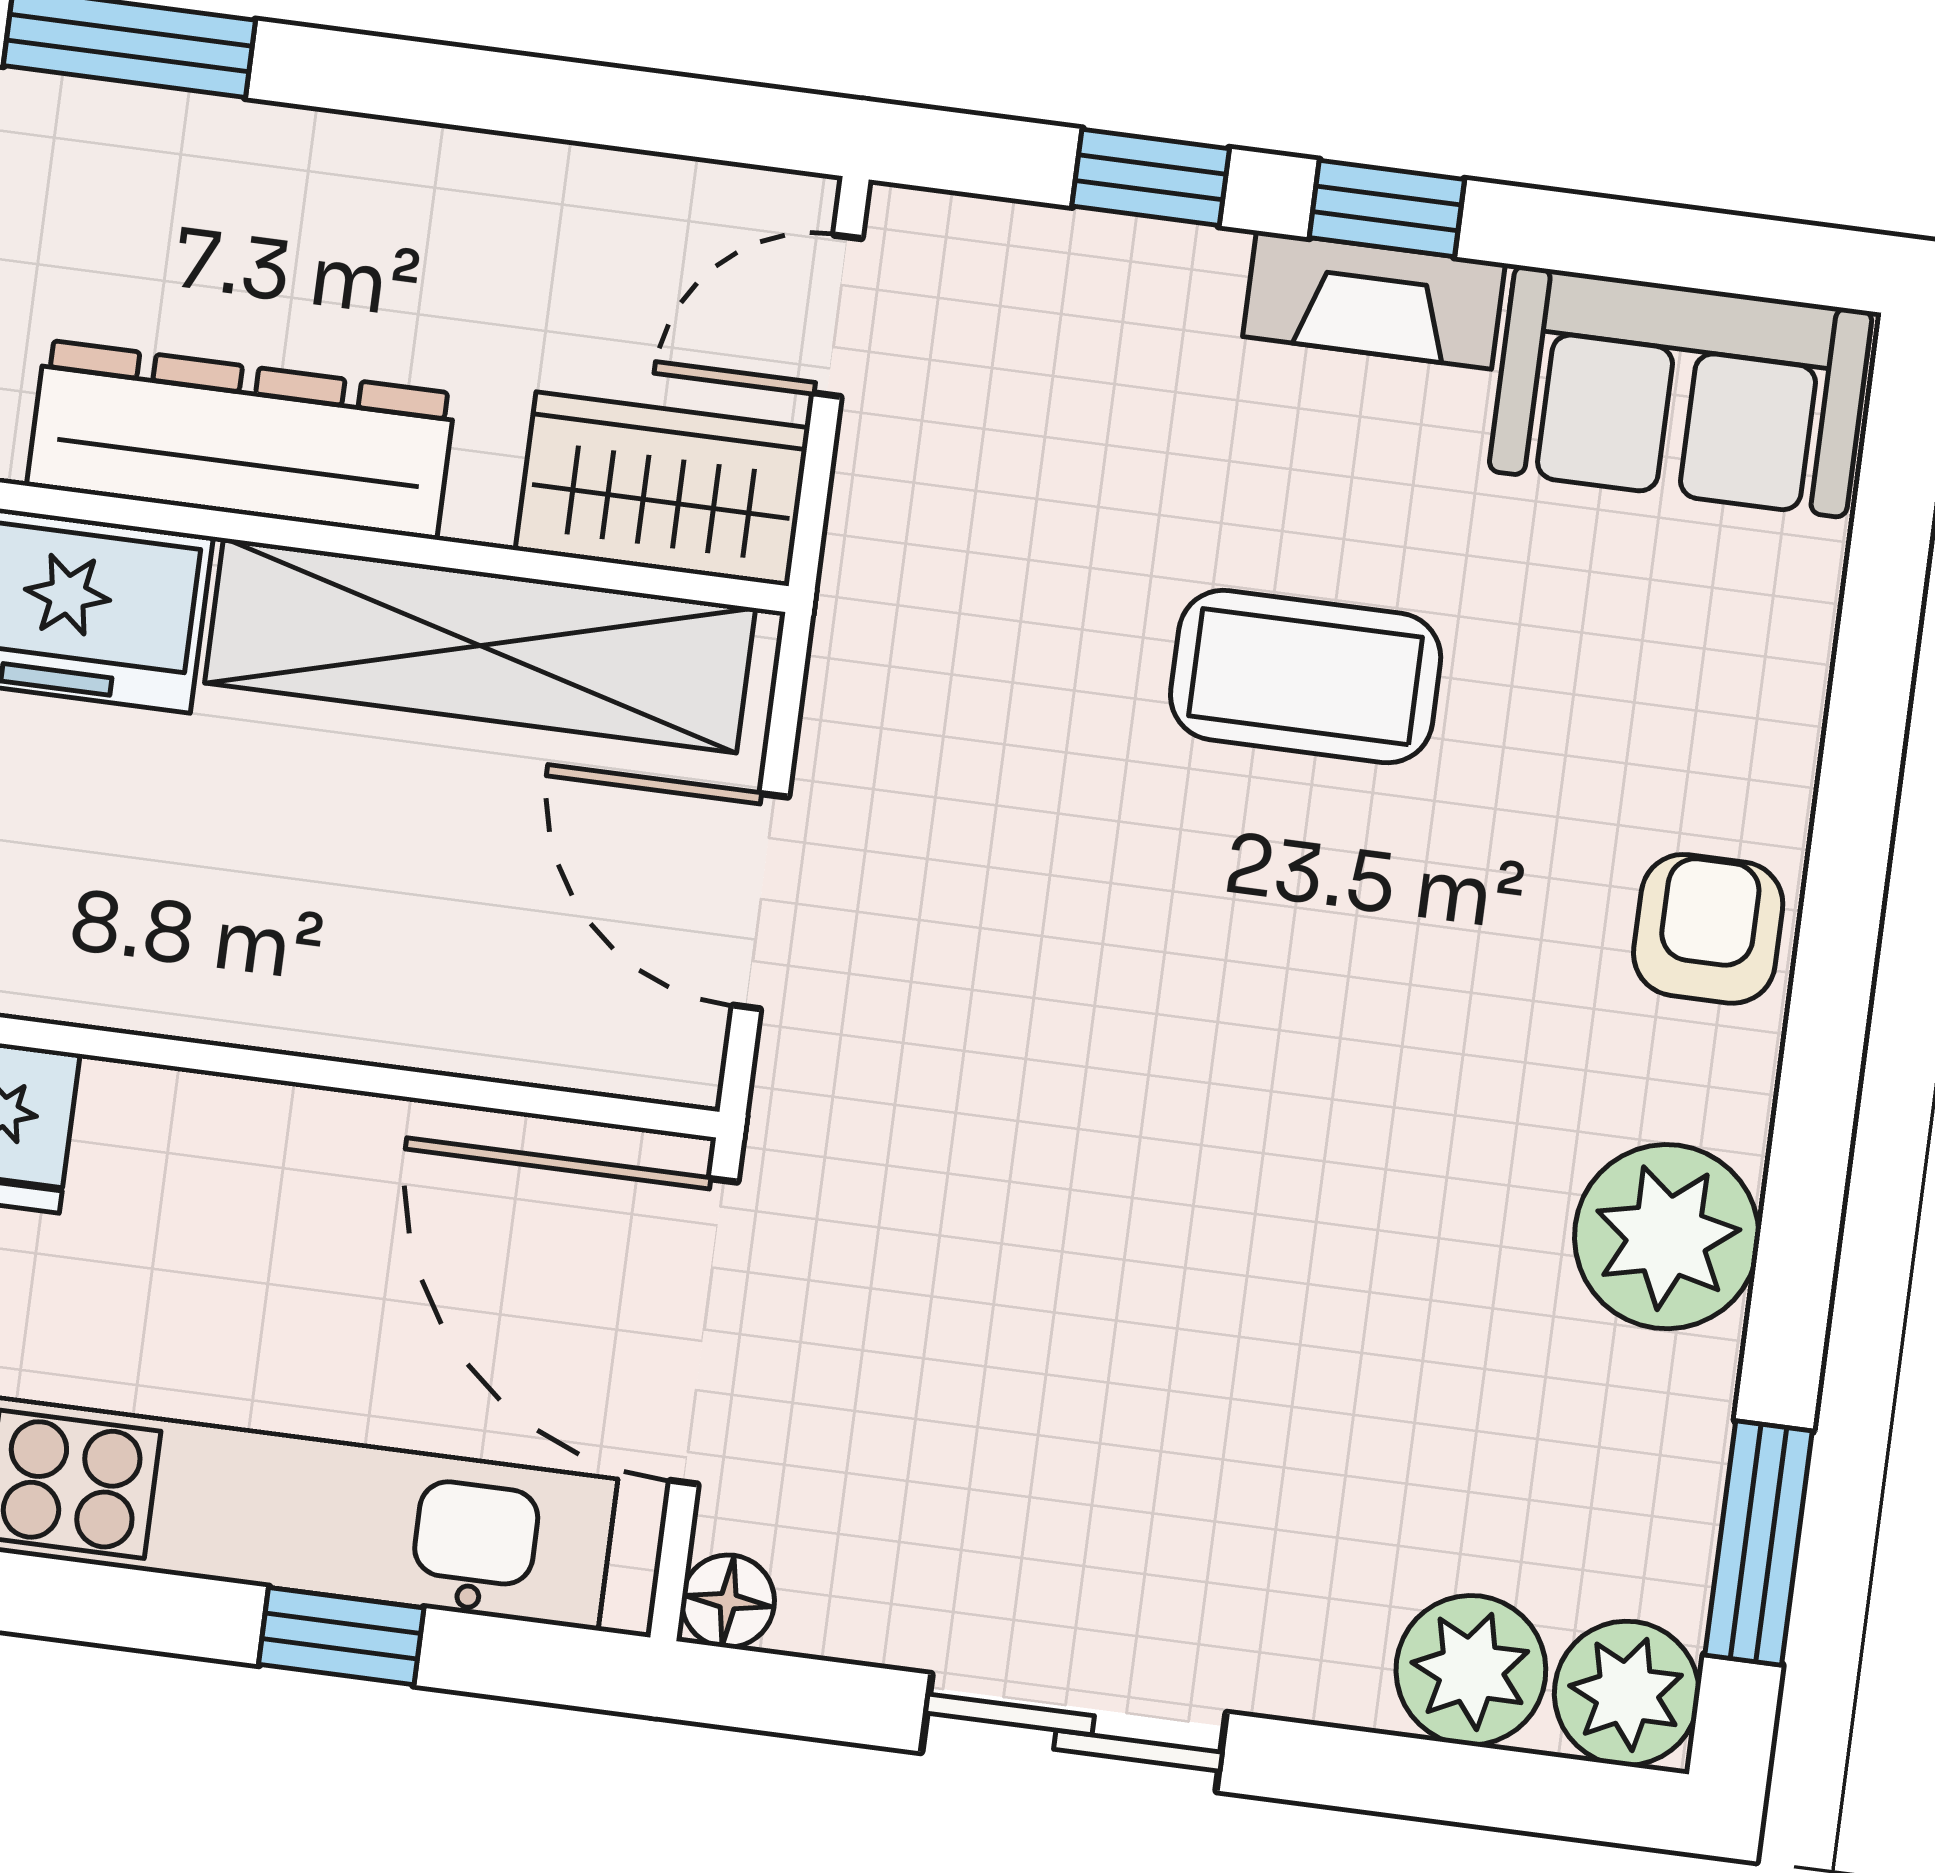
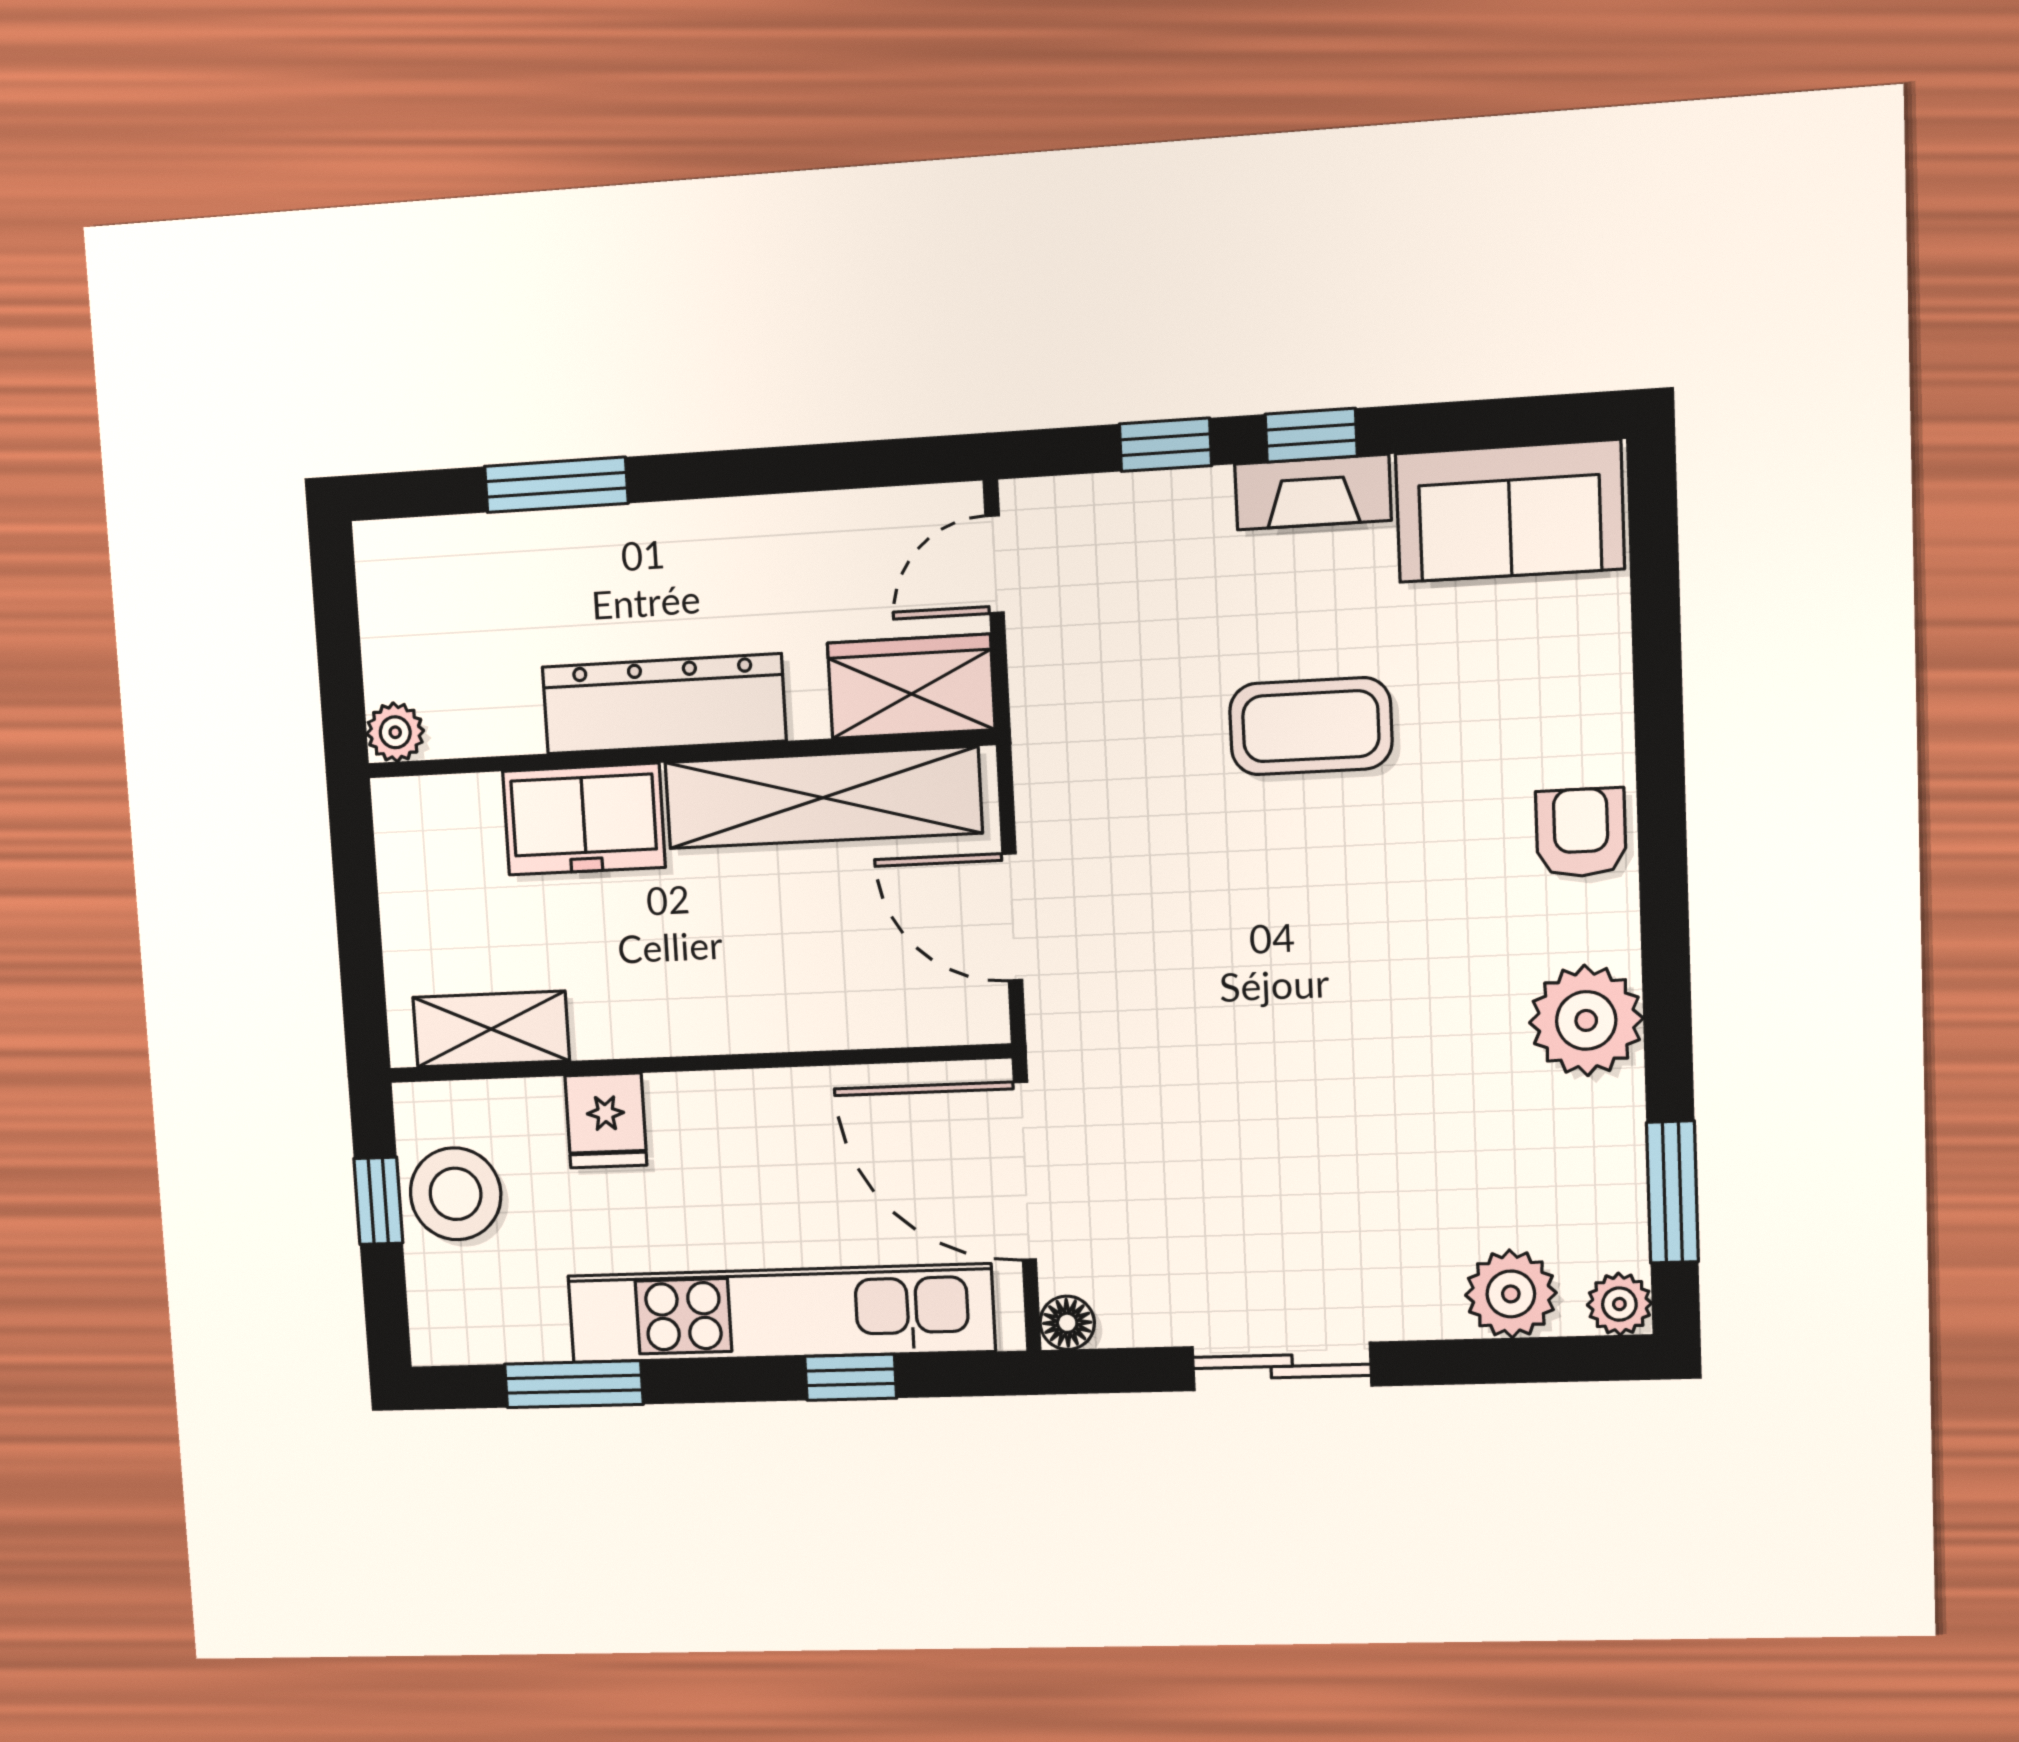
plant: (1627, 1693) -> (1619, 1304), width x0.73, depth x0.73

